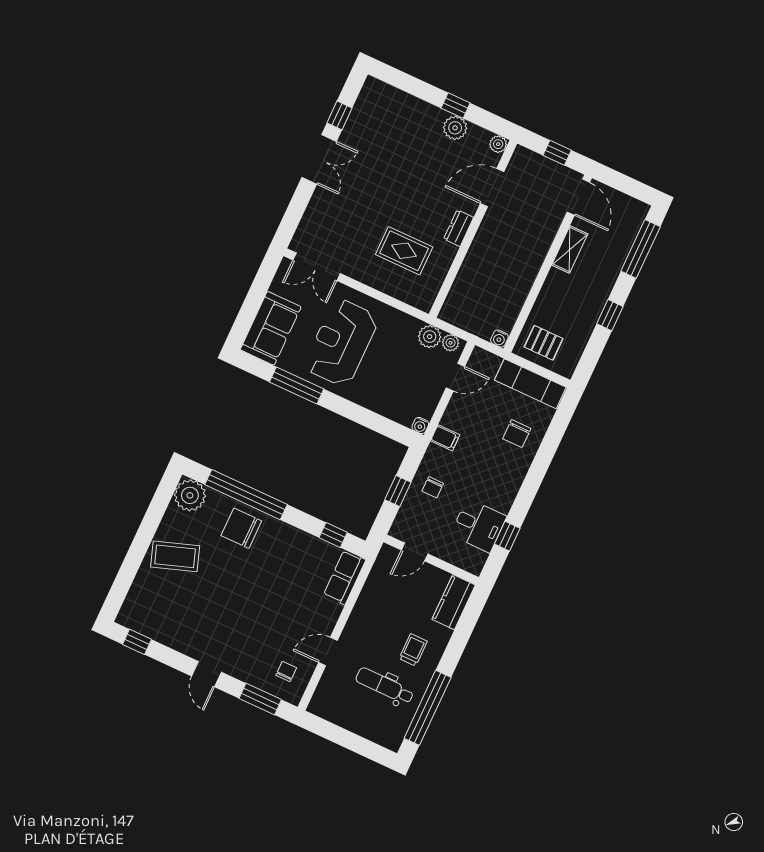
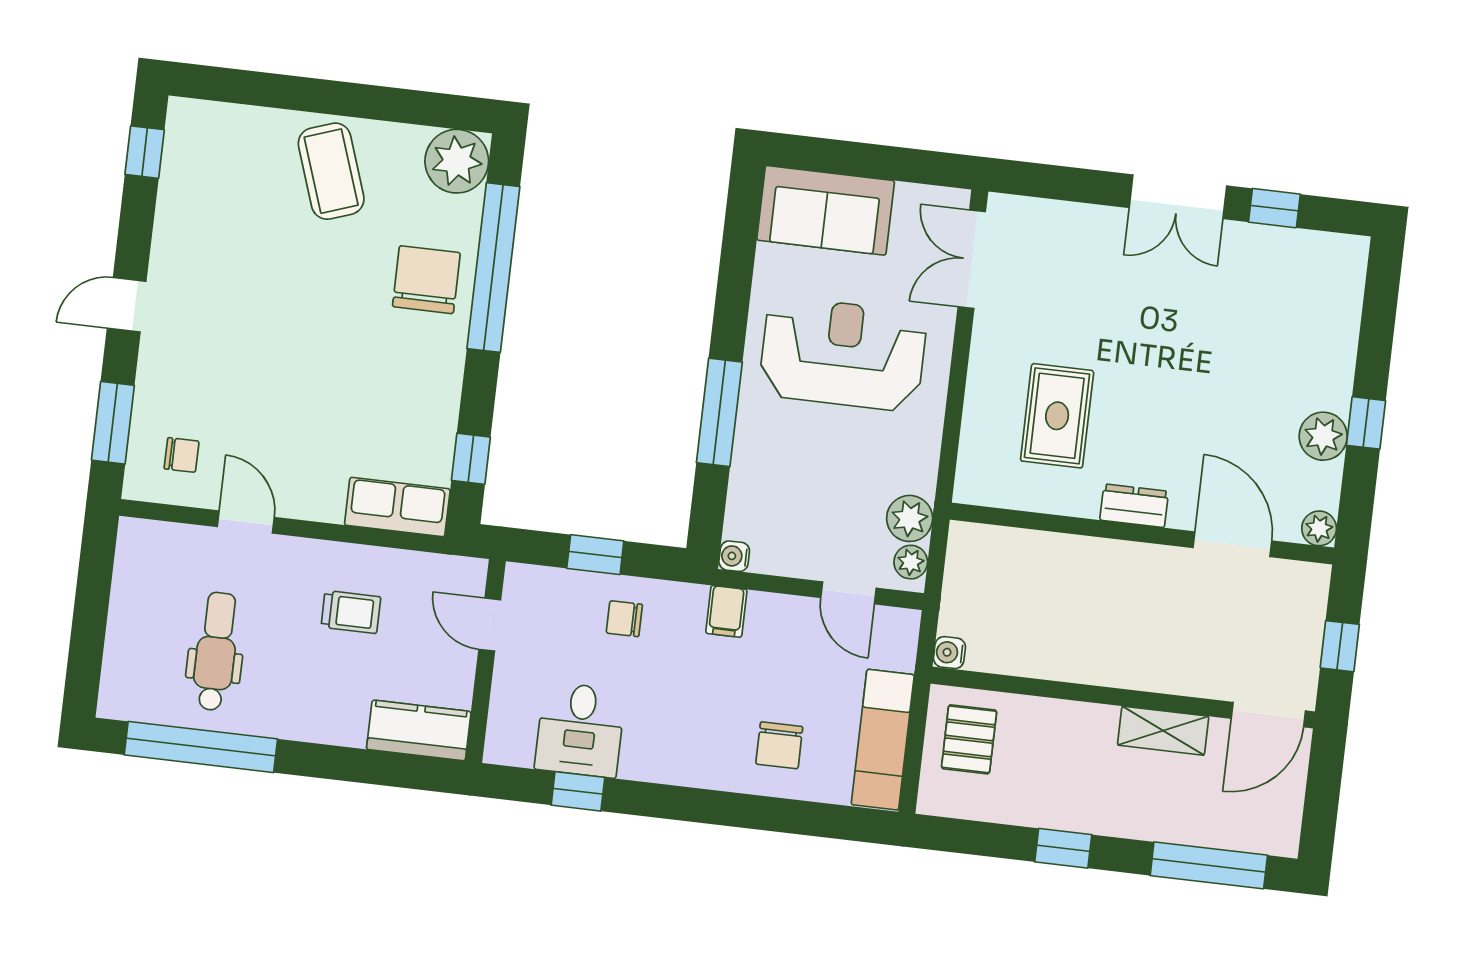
window: (297, 385) -> (719, 412), moved
chair: (517, 434) -> (779, 745), turned -90
trolley: (413, 650) -> (351, 612), moved

